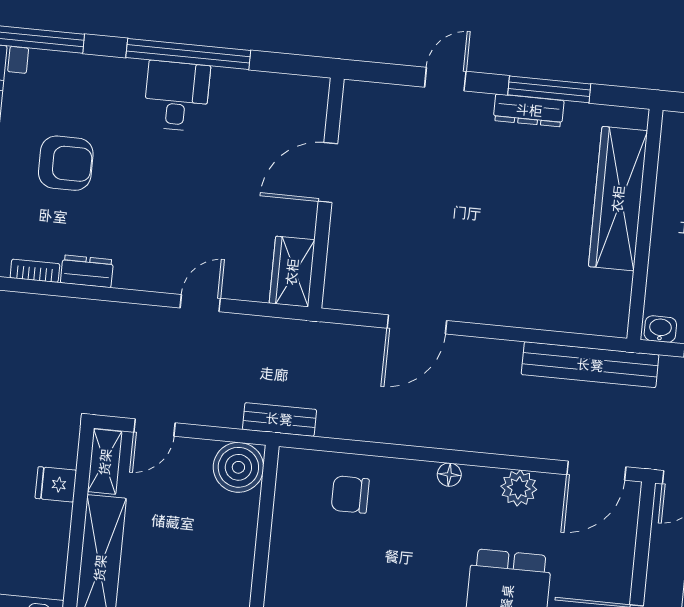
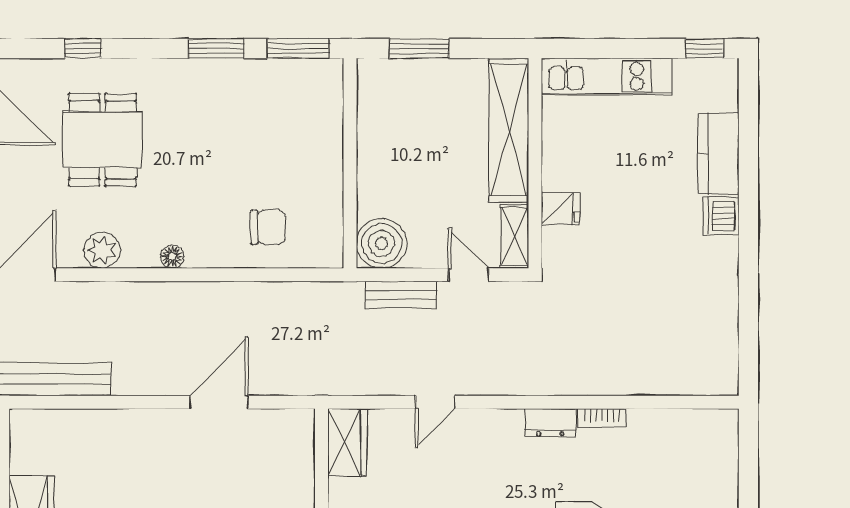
bench: (279, 419) -> (401, 295), moved
door: (155, 427) -> (468, 275), hinge flipped

